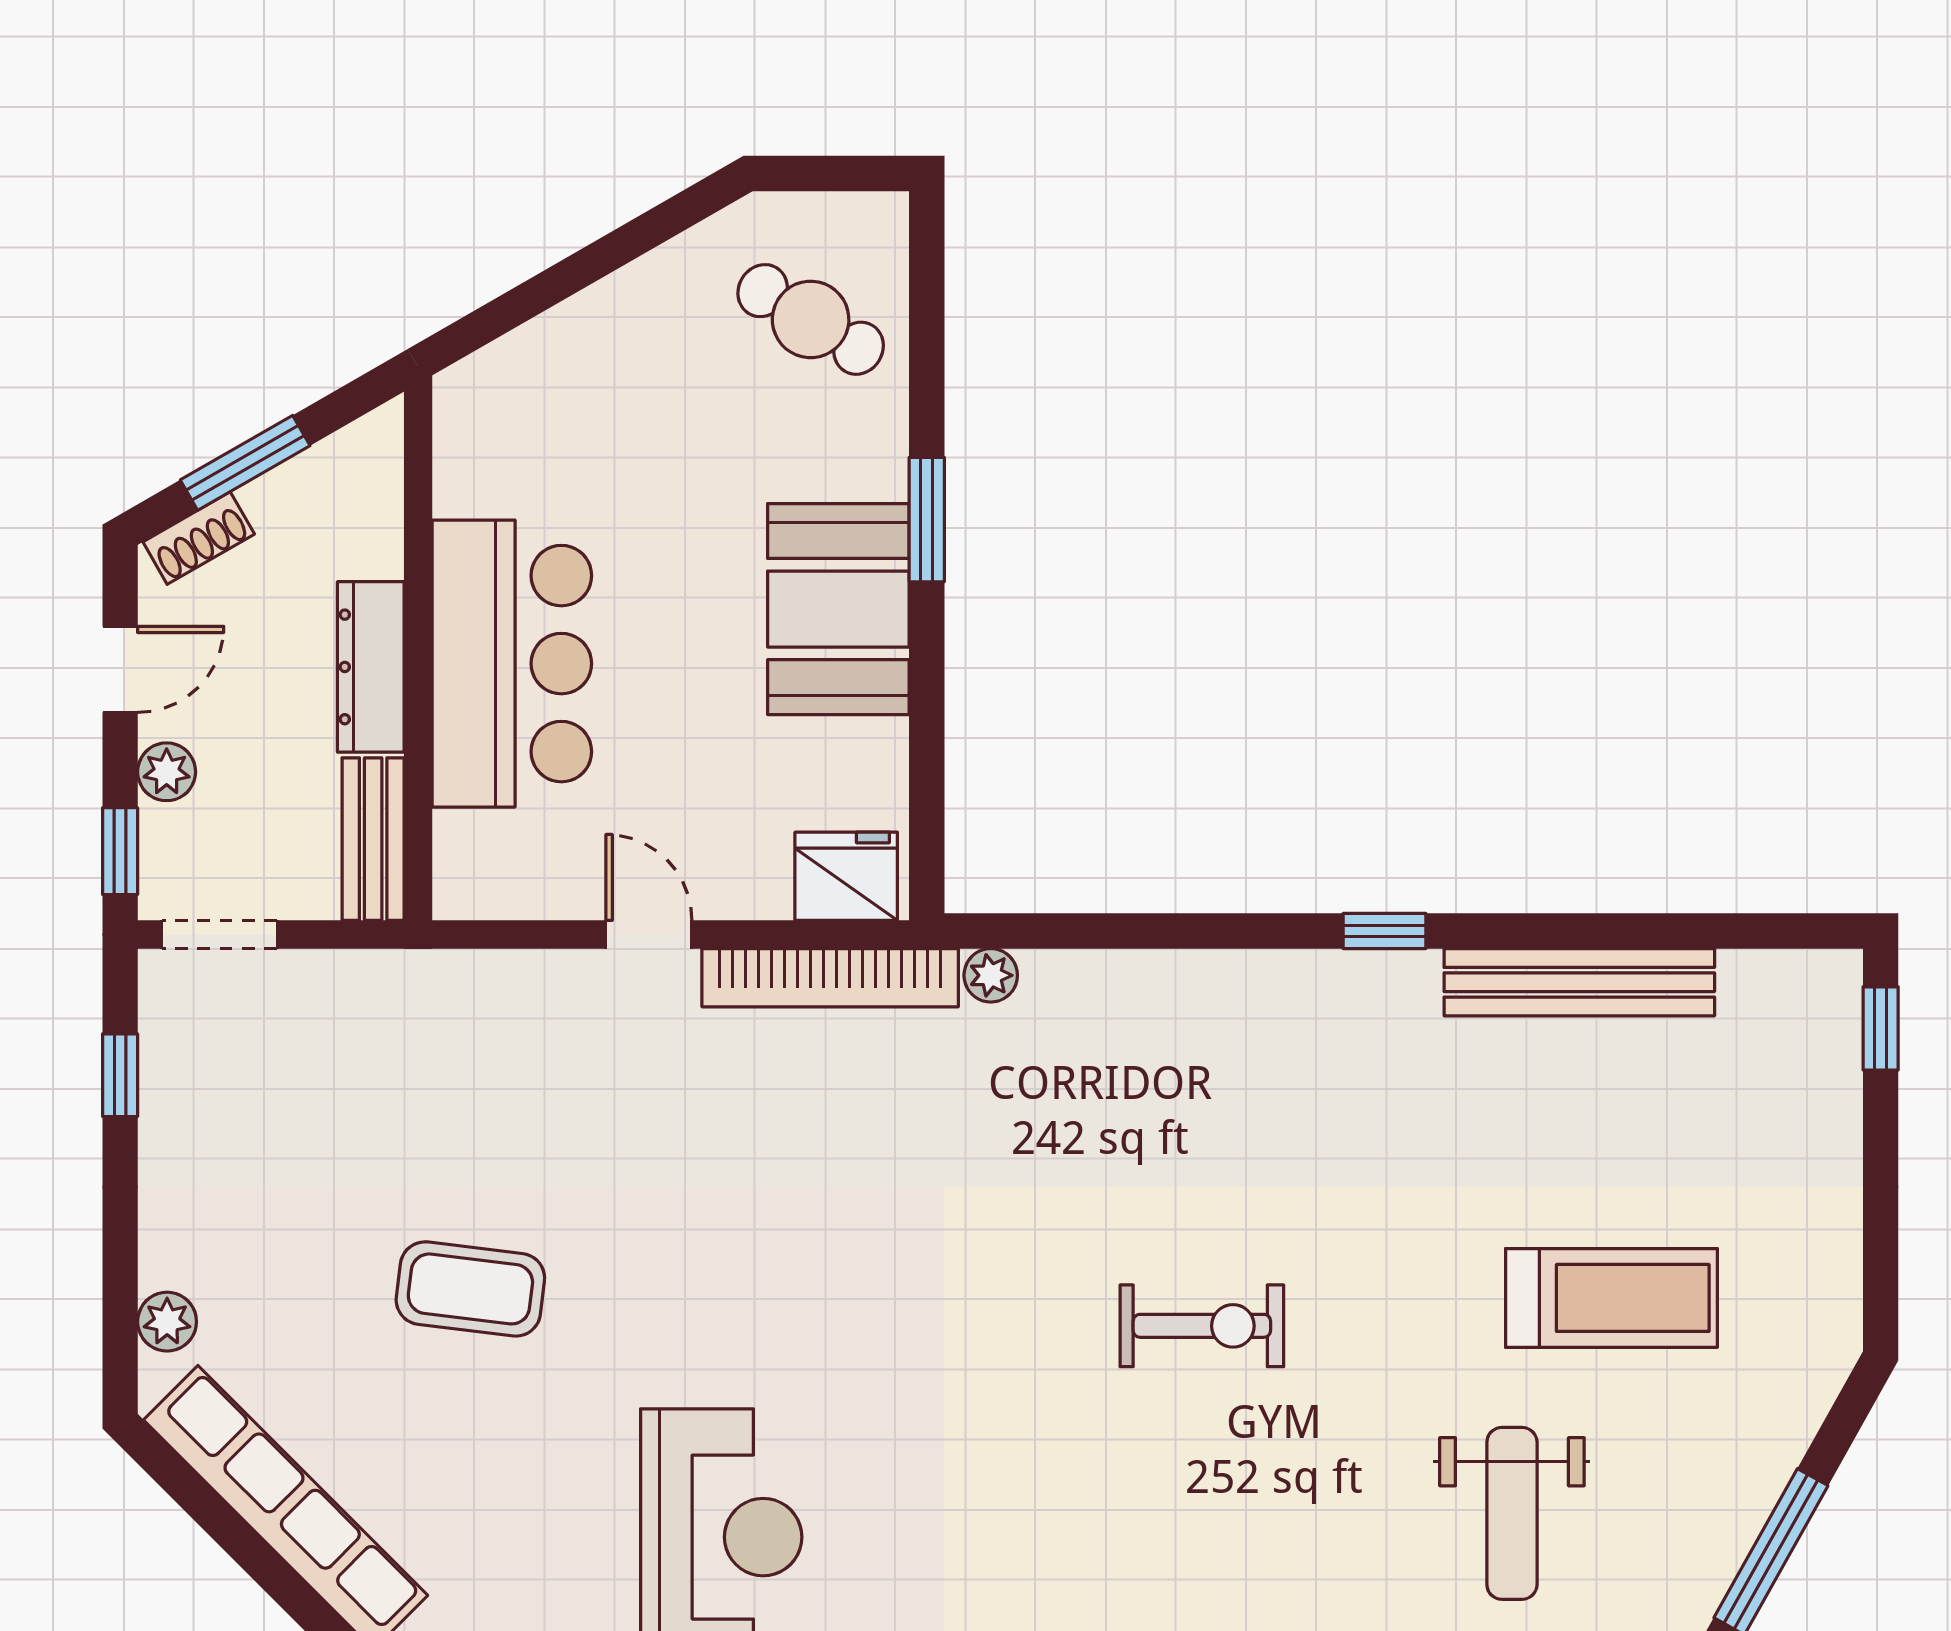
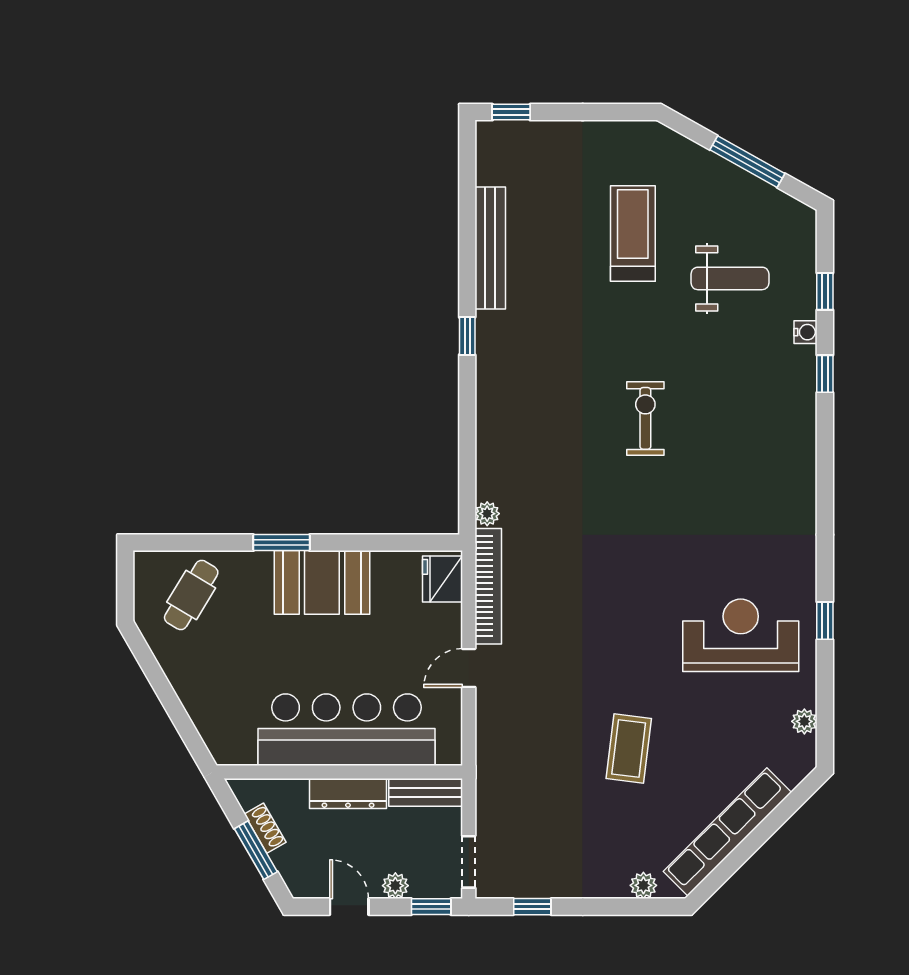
shoe rack: (199, 538) -> (265, 828), moved
bar counter: (512, 664) -> (346, 730), width x1.36

